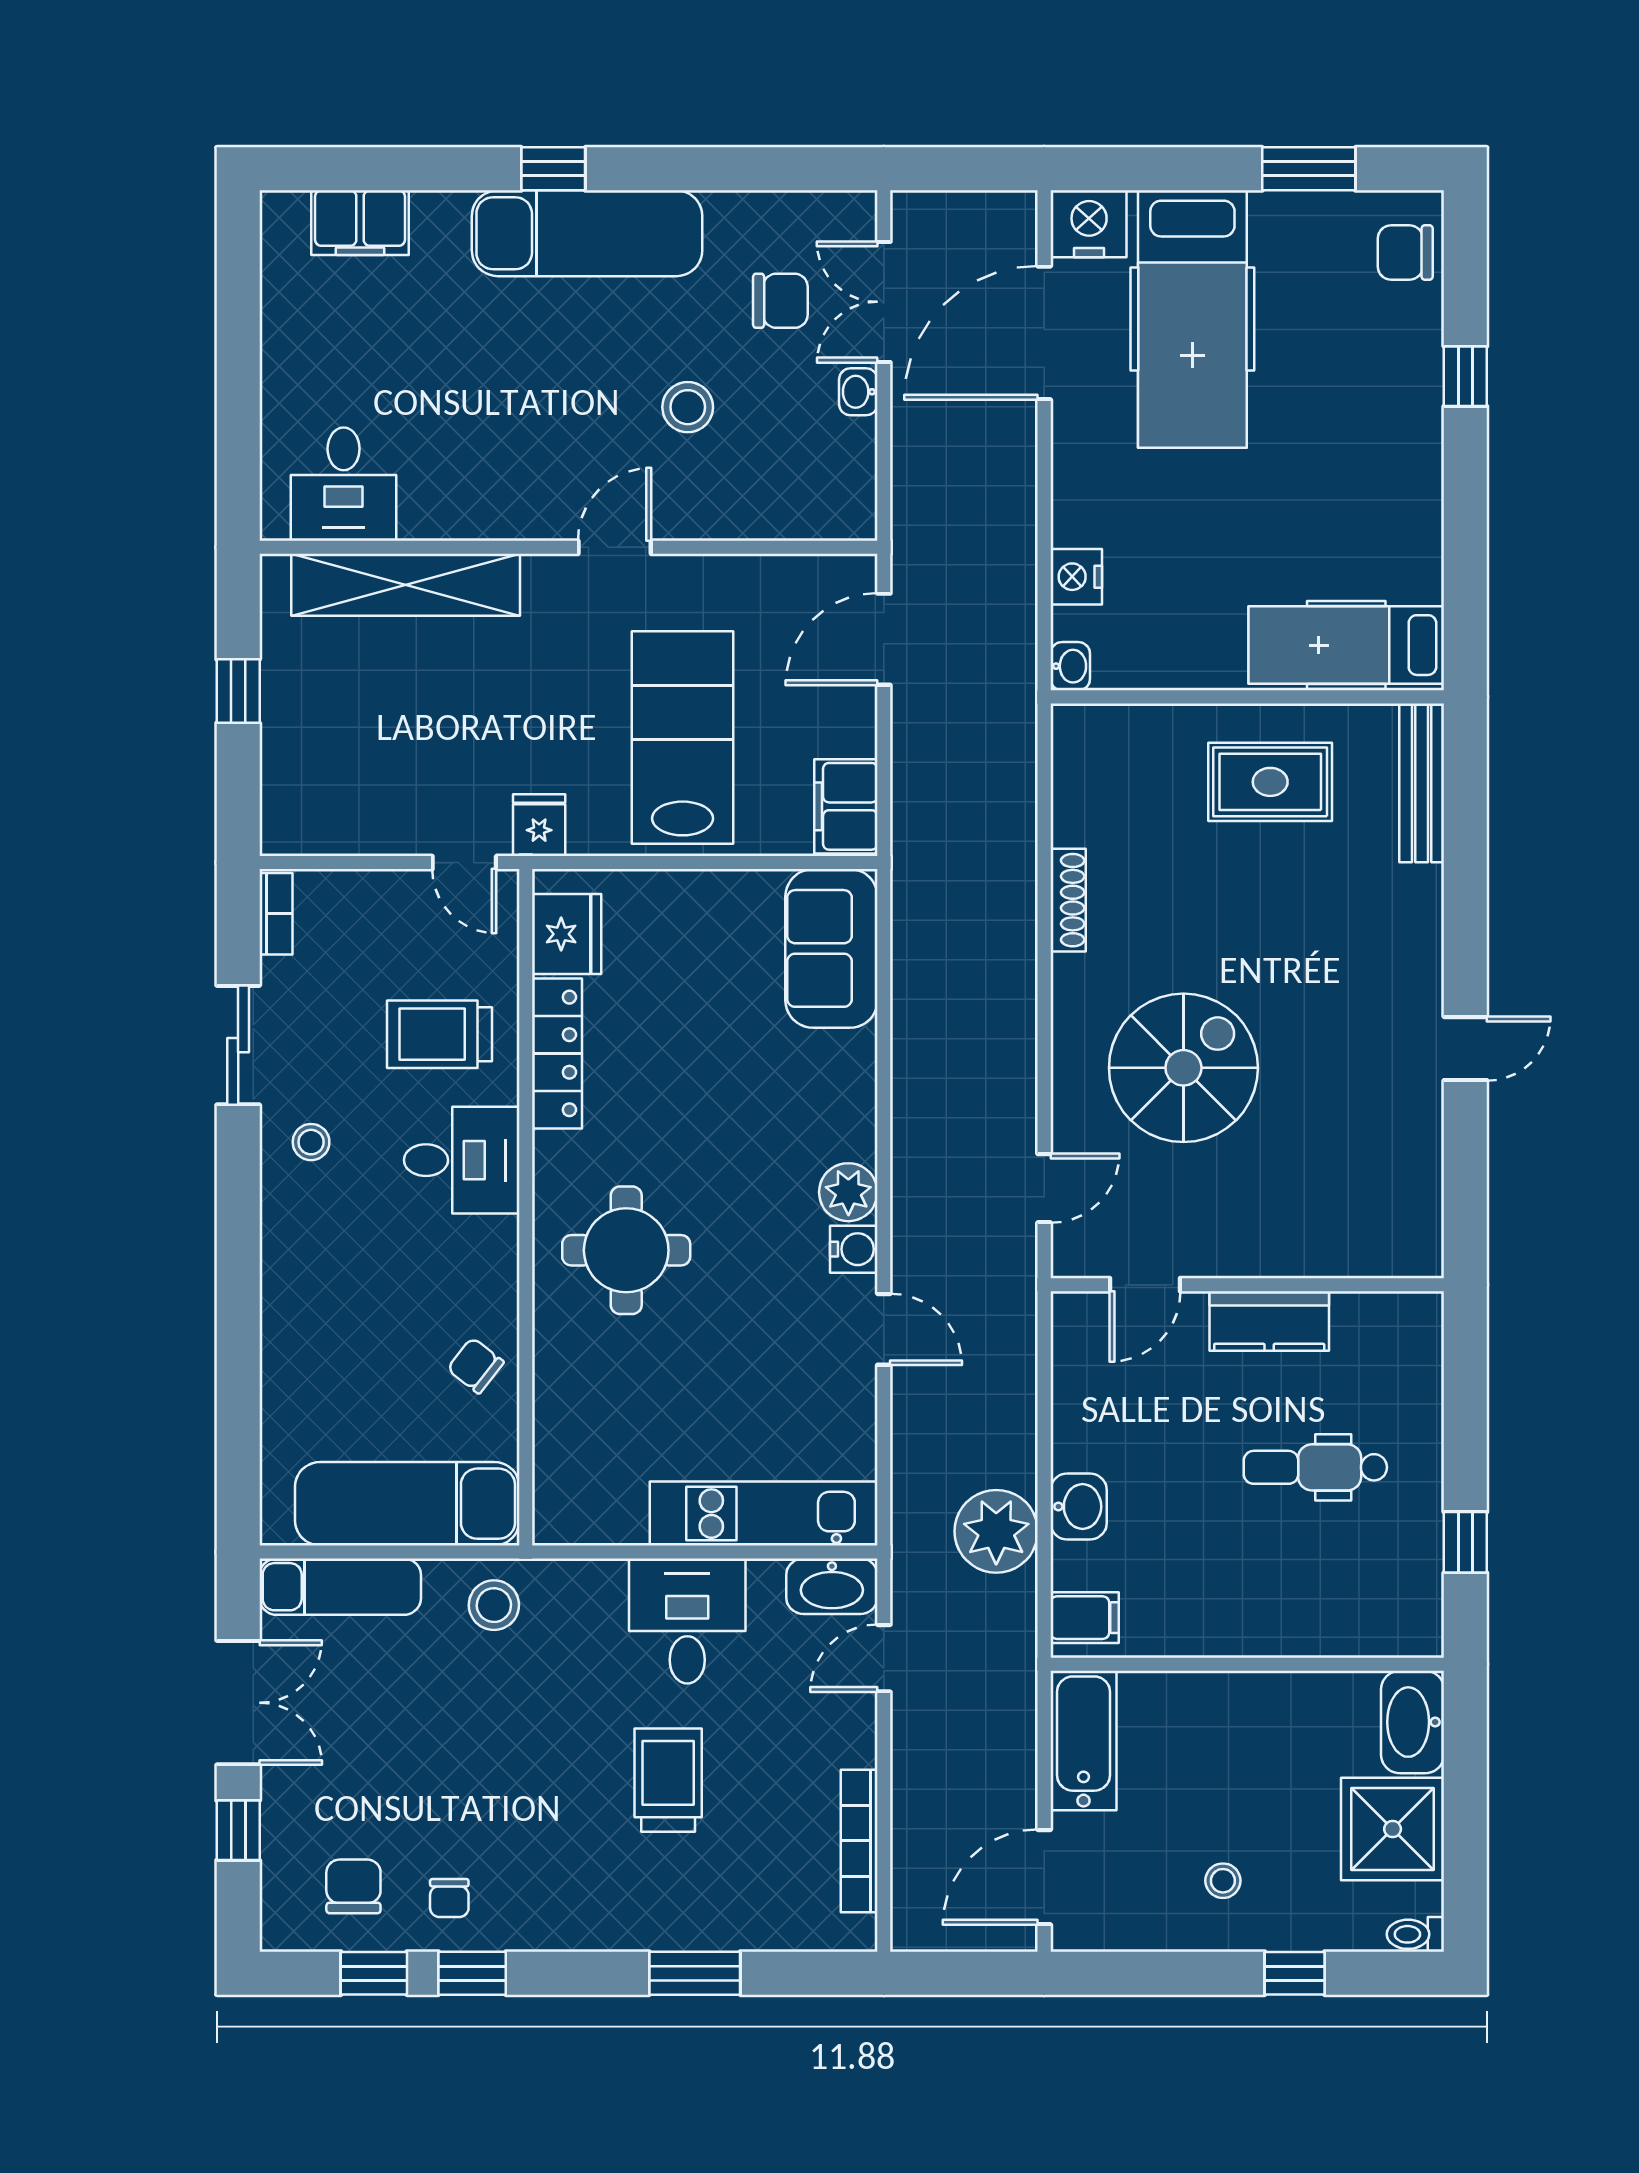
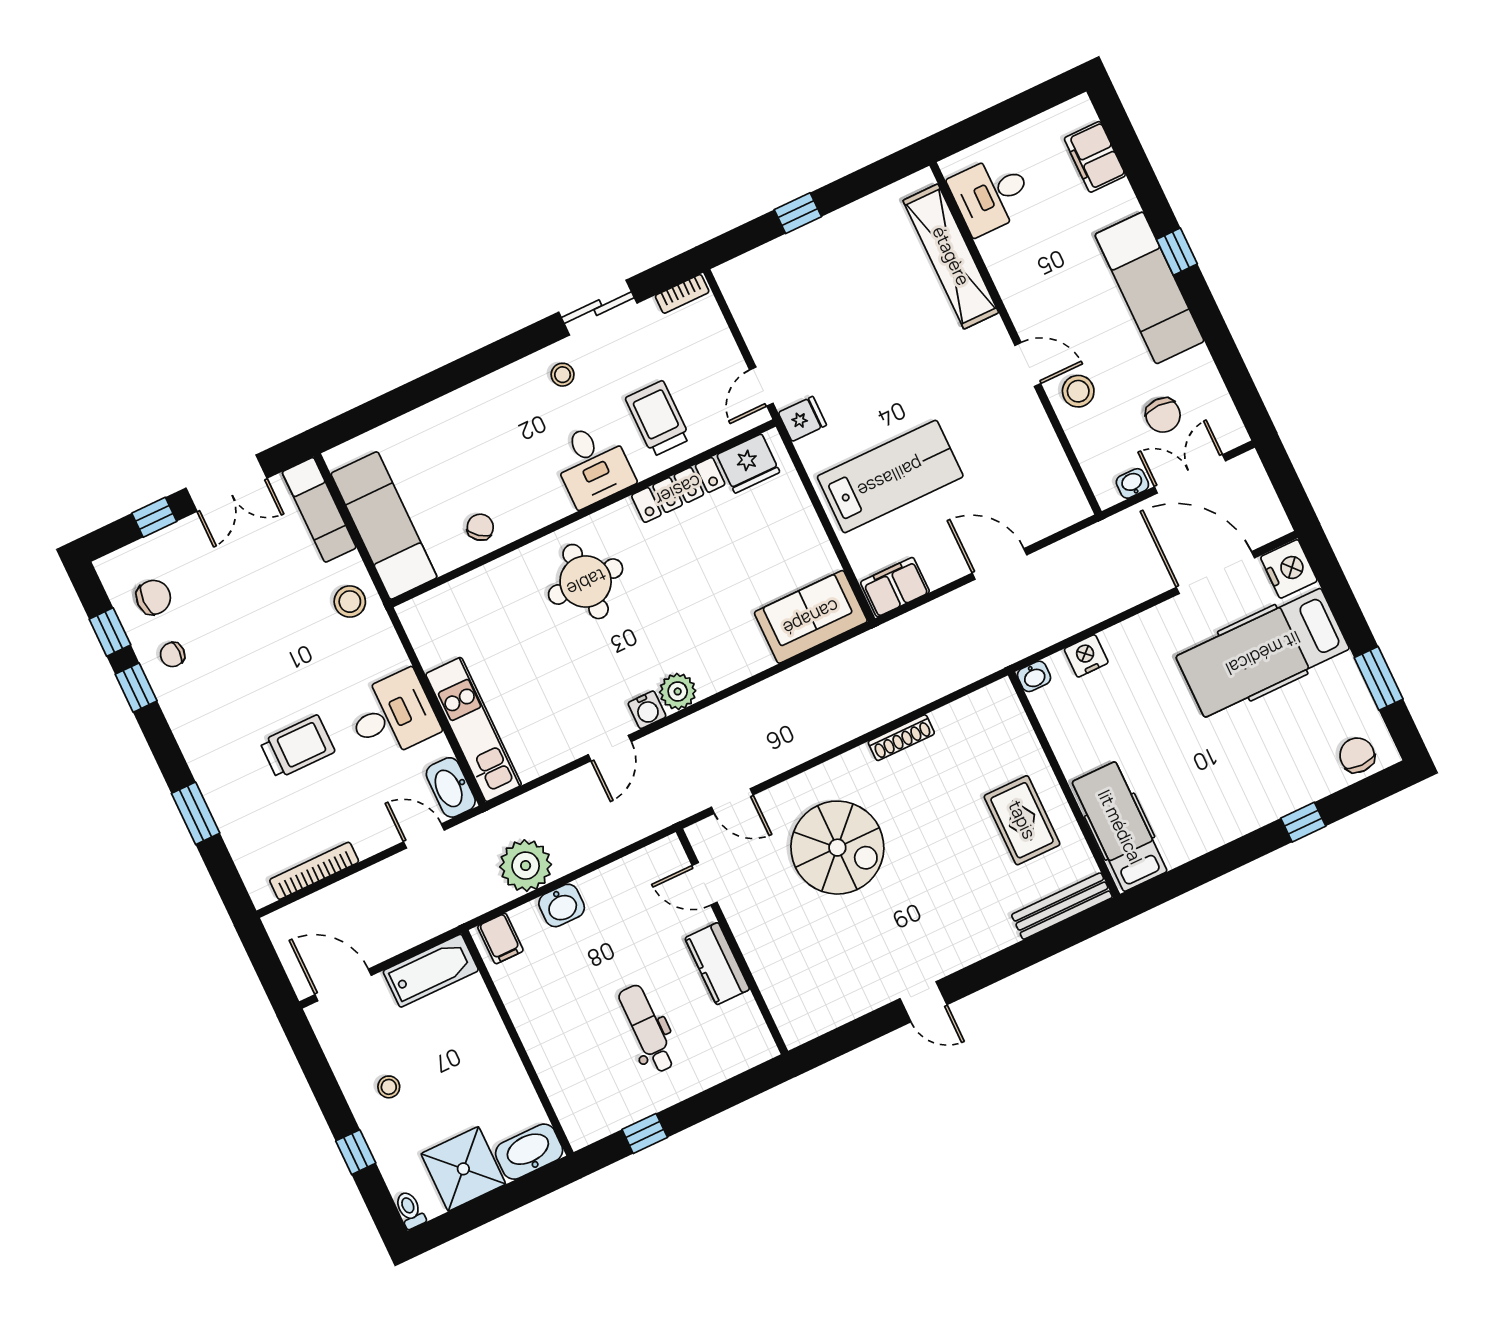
desk: (344, 484) -> (991, 195), moved
wall: (568, 547) -> (1016, 338), moved
door: (615, 547) -> (1028, 364), moved
shelving: (406, 585) -> (951, 256), moved

